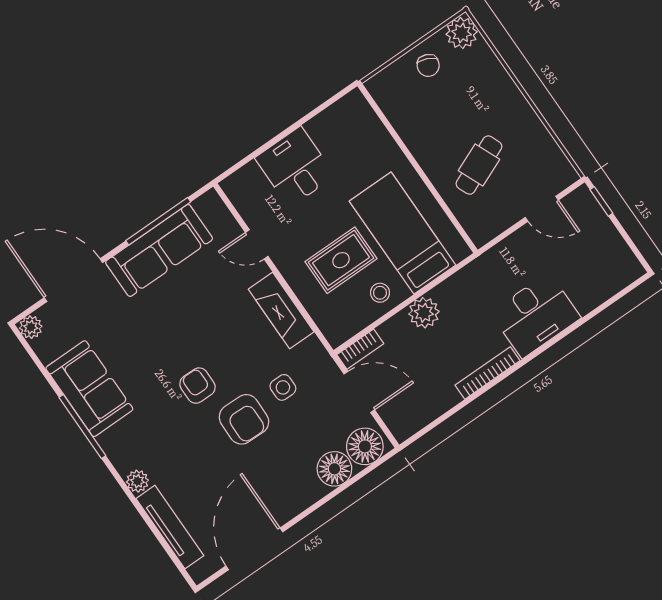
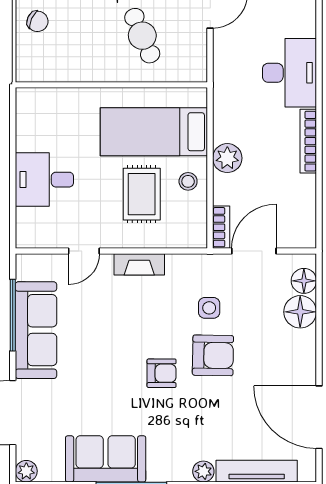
fireplace: (281, 311) -> (139, 264), width x0.73, depth x0.76
armchair: (197, 386) -> (162, 373), turned 180
floor lamp: (365, 446) -> (304, 281), width x0.73, depth x0.73

